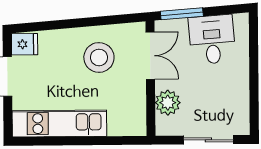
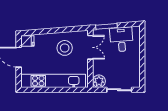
plant: (168, 103) -> (99, 81), moved
kitchen unit: (59, 123) -> (53, 81), width x1.36

